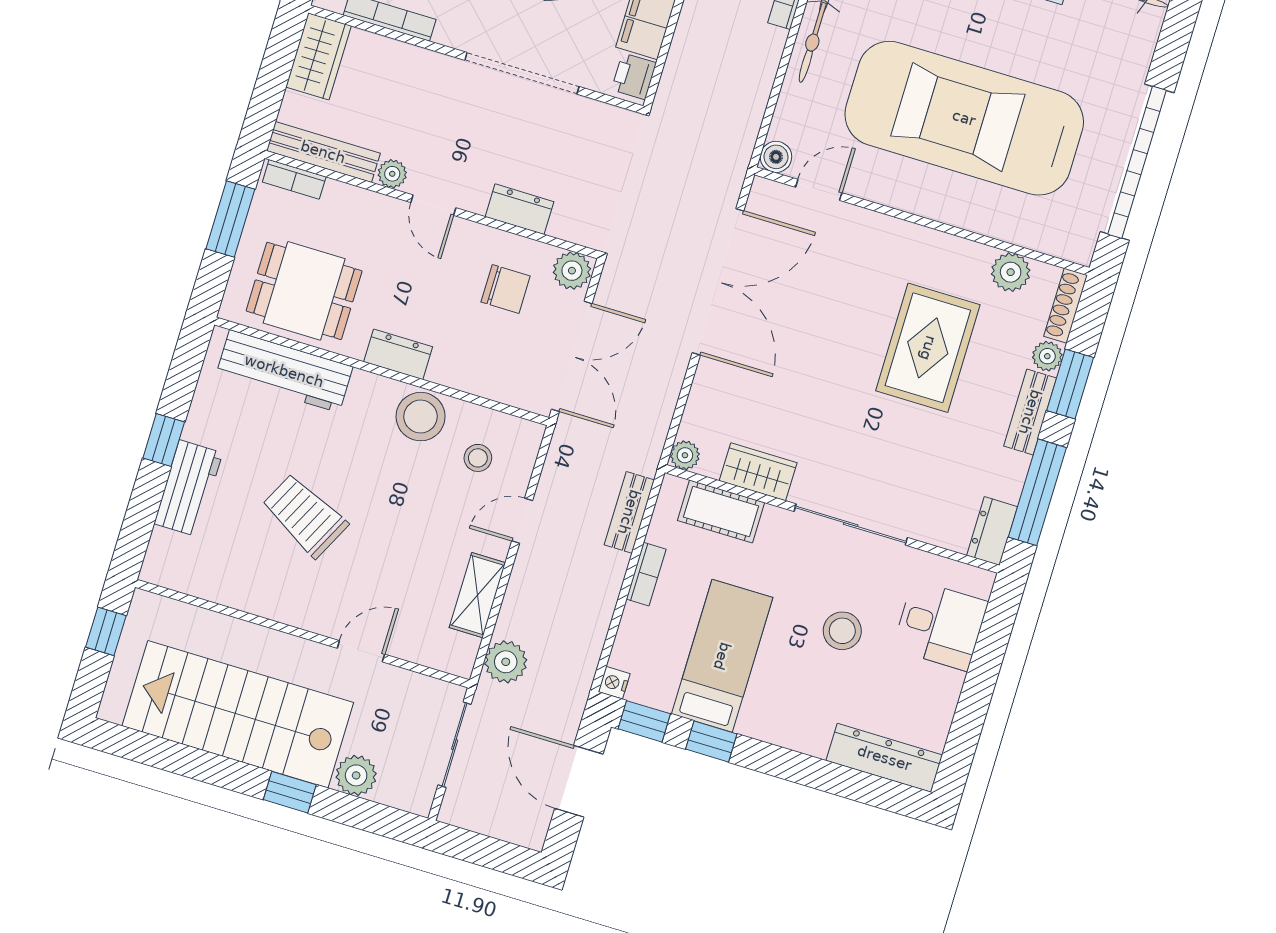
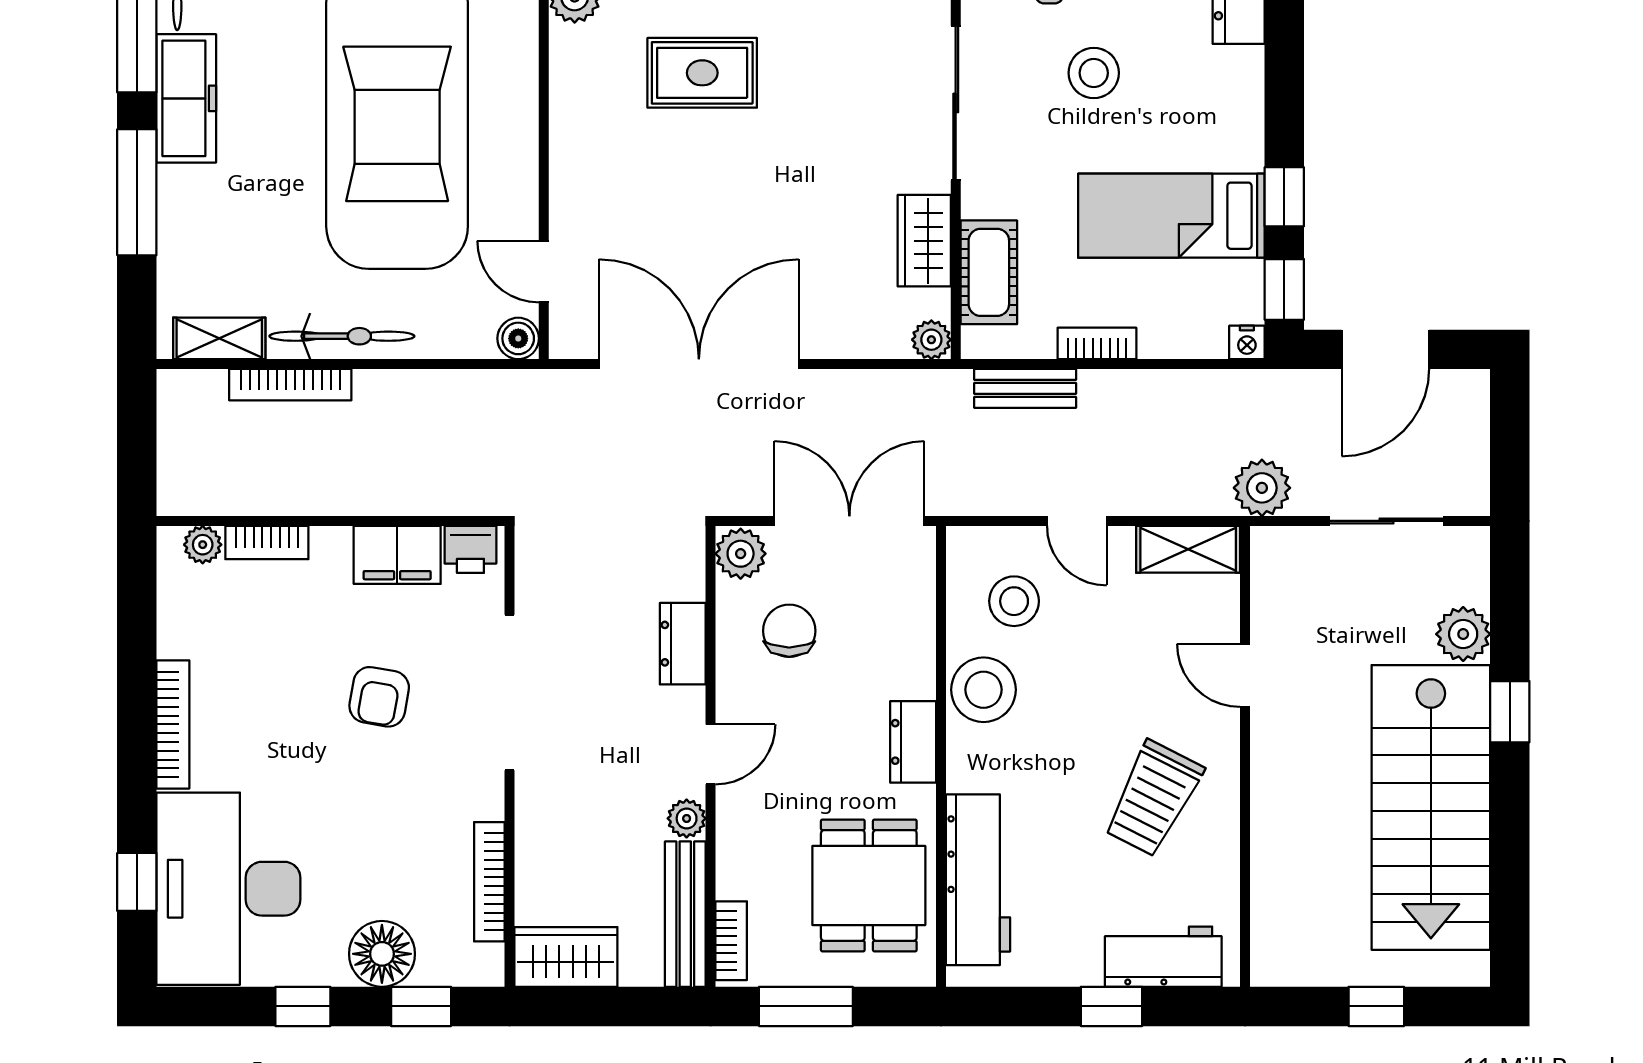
rug: (928, 348) -> (702, 73), width x0.73, depth x0.70
stool: (478, 458) -> (1014, 601), width x1.37, depth x1.37
wall: (302, 634) -> (1245, 756), moved
door: (361, 651) -> (1245, 675), moved

